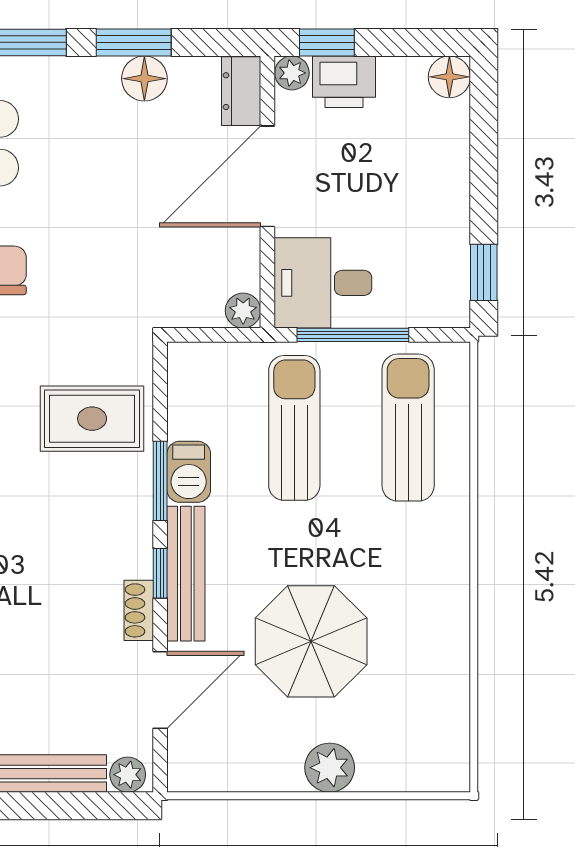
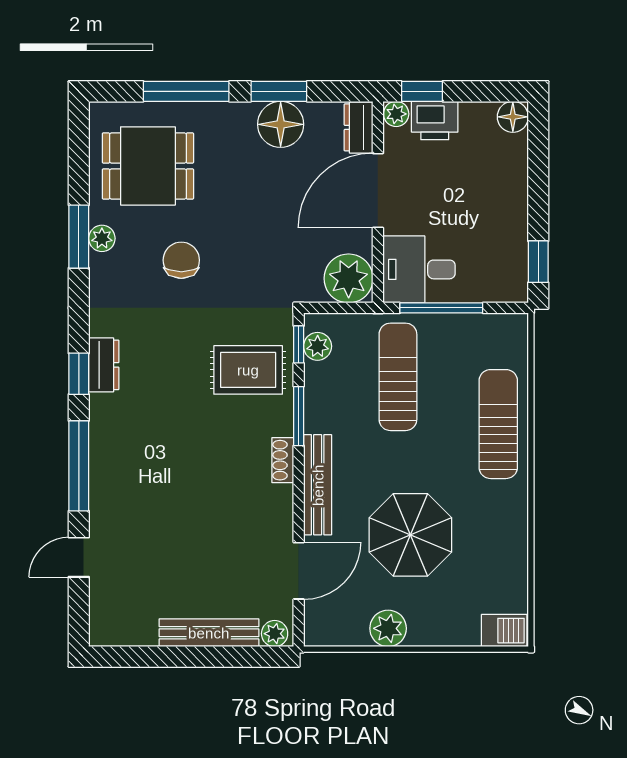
floor lamp: (144, 79) -> (281, 124), width x1.38, depth x1.38
plant: (243, 311) -> (349, 278), width x1.87, depth x1.87
plant: (186, 387) -> (318, 346), added
sun lounger: (408, 428) -> (498, 424), moved
barbecue: (189, 472) -> (504, 631), moved, turned -90
window: (160, 573) -> (299, 344), moved
shoe rack: (139, 610) -> (283, 460), moved
plant: (330, 768) -> (388, 628), moved

